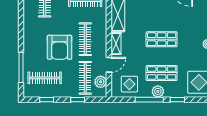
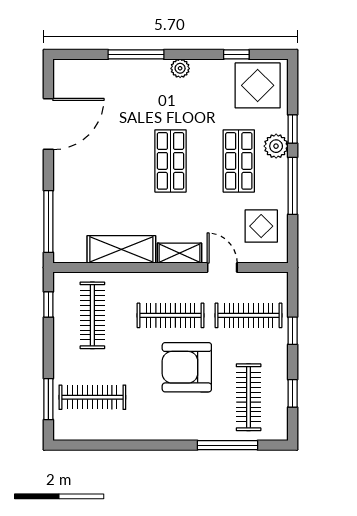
armchair: (60, 47) -> (187, 367), turned 180
plant: (101, 82) -> (257, 284), removed
plant: (158, 91) -> (276, 146), moved

